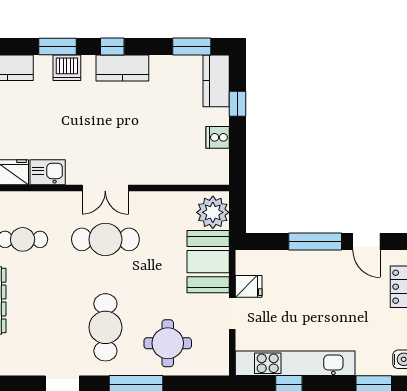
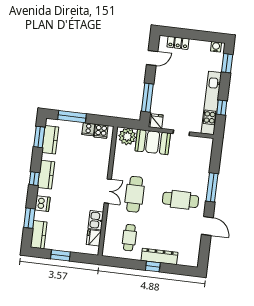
window: (58, 46) -> (29, 218), moved
kitchen counter: (216, 81) -> (50, 140), moved, turned -90
window: (238, 104) -> (72, 117), width x2.17
cooker: (217, 162) -> (101, 131), added
window: (315, 241) -> (147, 98), moved
fridge: (249, 286) -> (157, 121), moved
round table: (168, 343) -> (193, 168), removed

